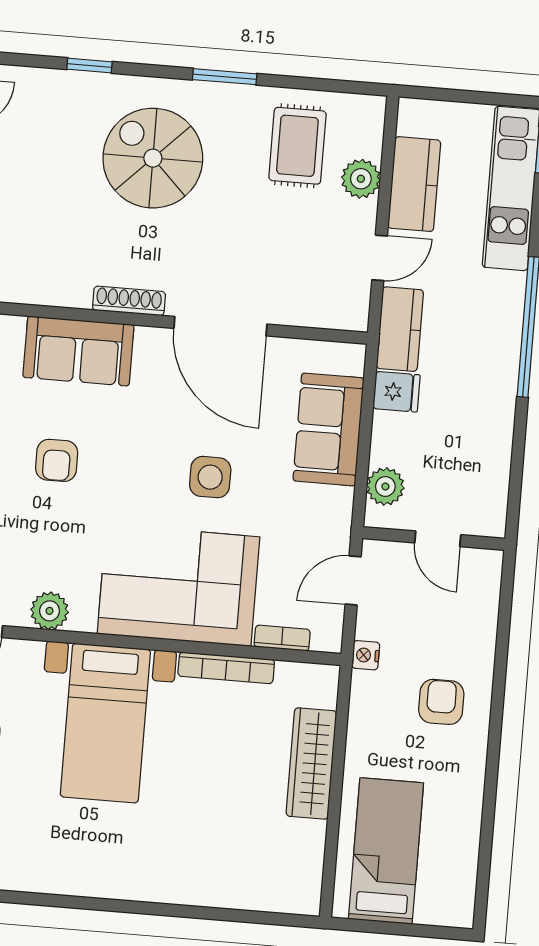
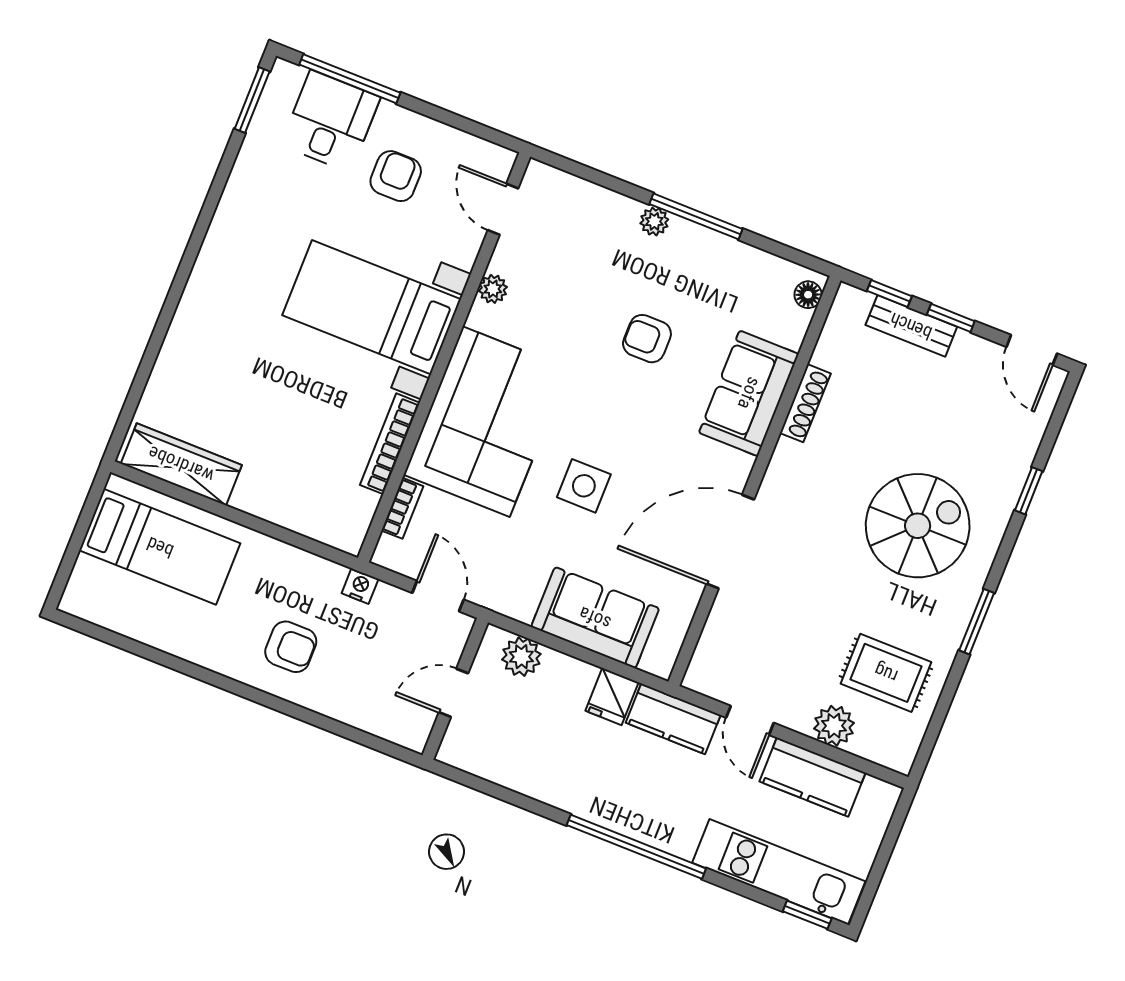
shoe rack: (129, 301) -> (805, 403), moved
plant: (50, 611) -> (493, 289), width x0.73, depth x0.73
wardrobe: (311, 763) -> (181, 464), moved

